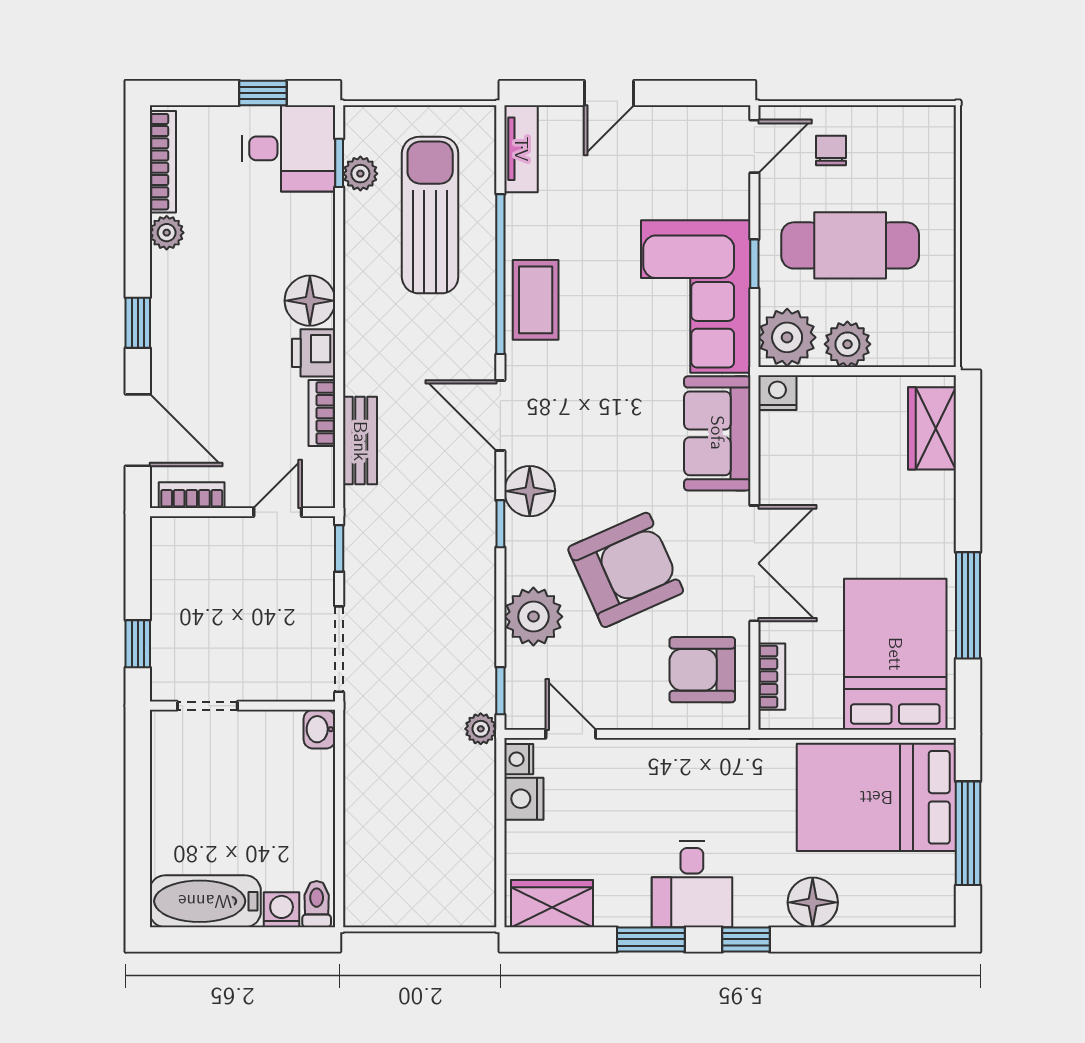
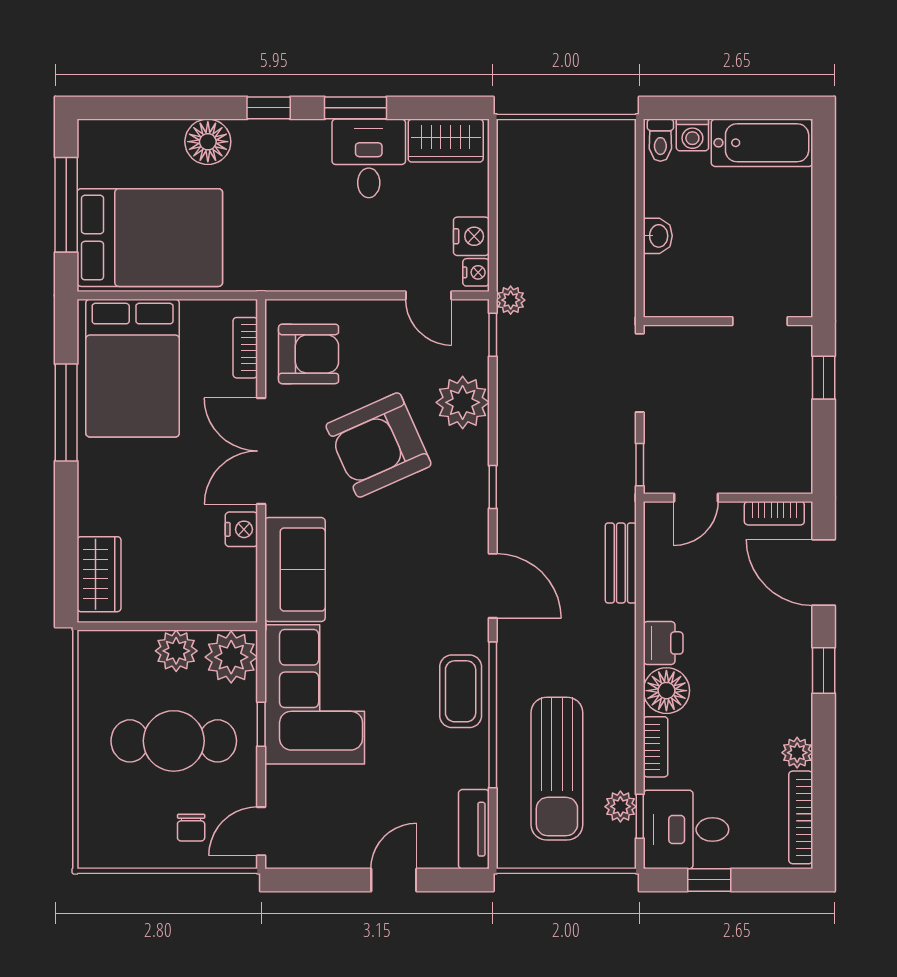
nightstand: (777, 393) -> (241, 529), moved, turned -90
bookcase: (322, 413) -> (656, 747), moved
floor lamp: (530, 491) -> (466, 517), removed
washbasin: (319, 729) -> (658, 236), moved
desk: (692, 884) -> (369, 158), moved

